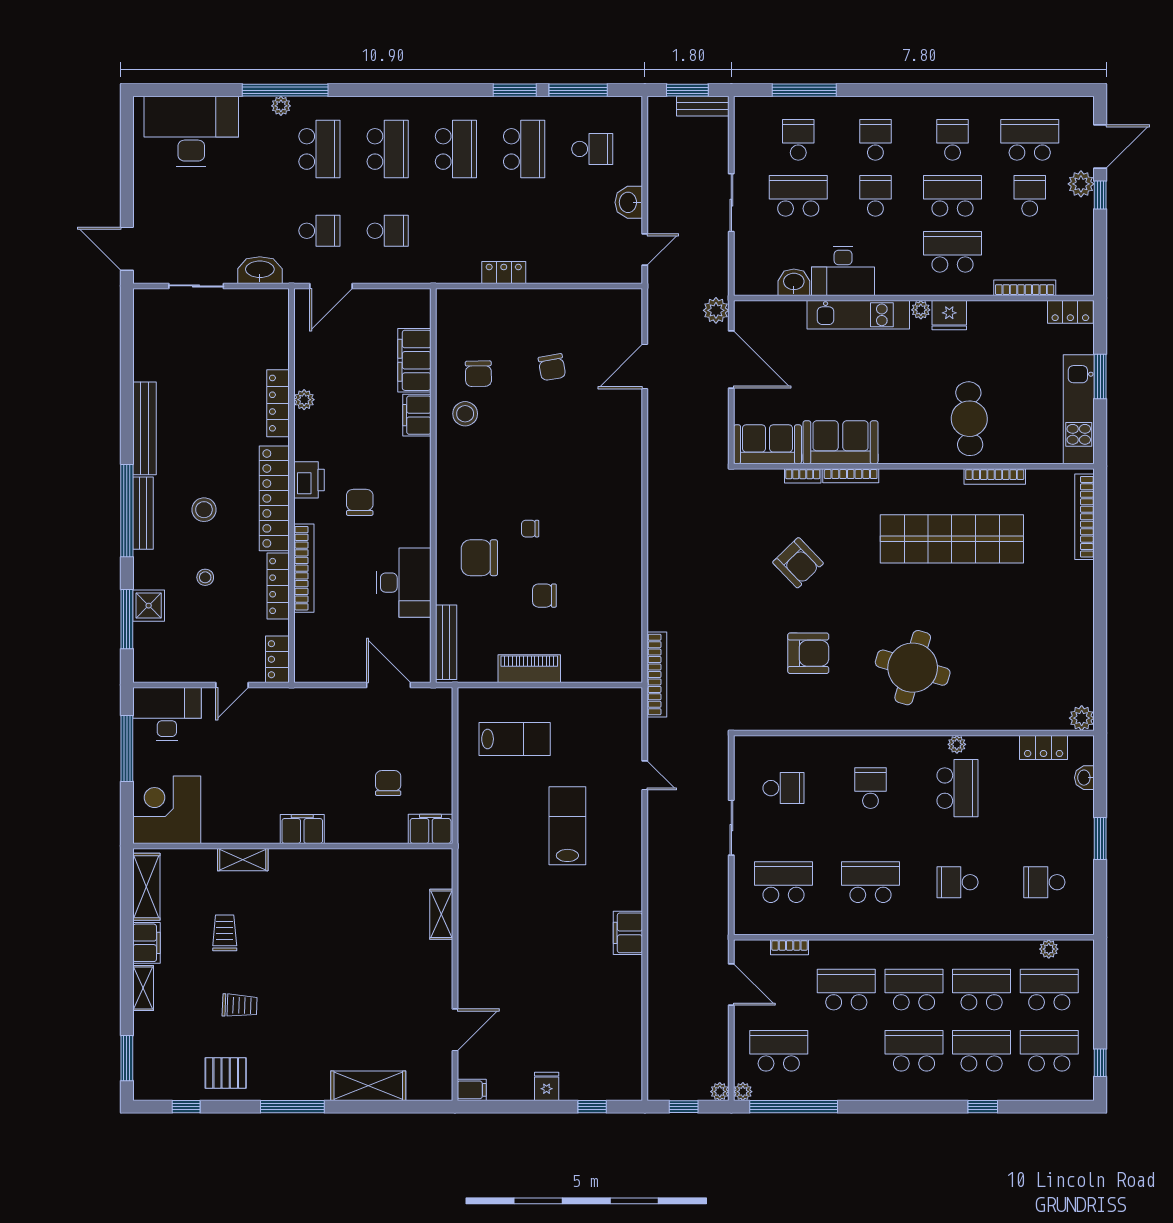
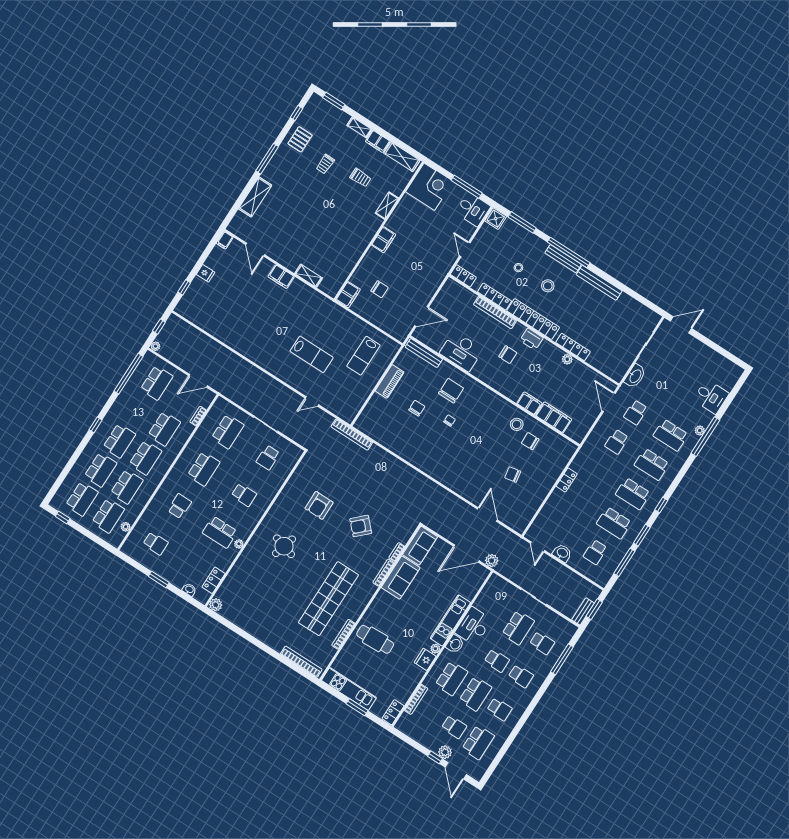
window: (445, 90) -> (661, 505), added
desk: (191, 131) -> (711, 397), width x0.53, depth x0.77
washbasin: (794, 282) -> (455, 644), moved
shower: (149, 606) -> (496, 219), moved
round table: (913, 668) -> (284, 546), width x0.73, depth x0.73
desk: (167, 714) -> (473, 209), width x0.73
school desk: (1044, 882) -> (156, 543), turned 90
filing cabinet: (628, 933) -> (281, 277), moved, turned 180
plant: (743, 1092) -> (149, 356), removed
window: (983, 1107) -> (96, 425), moved

